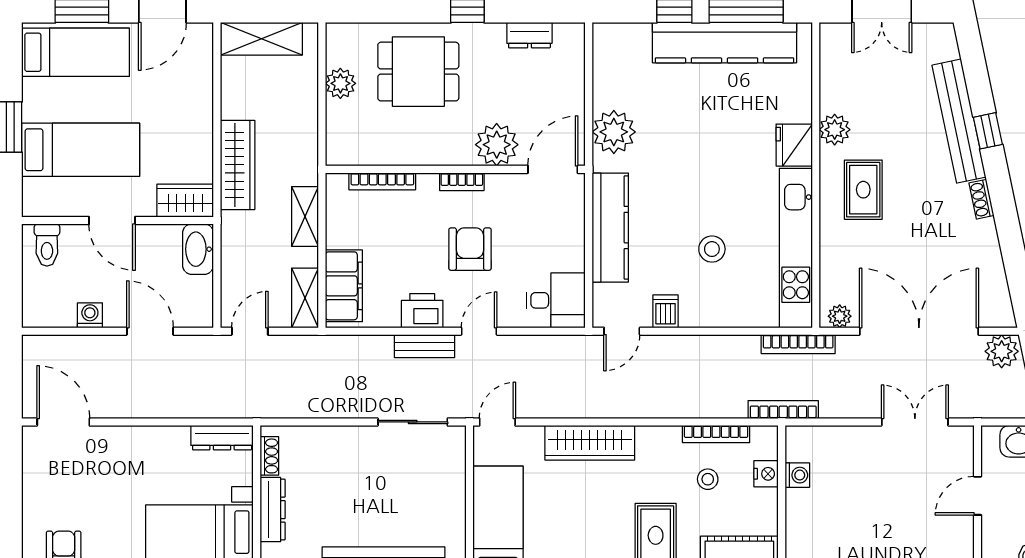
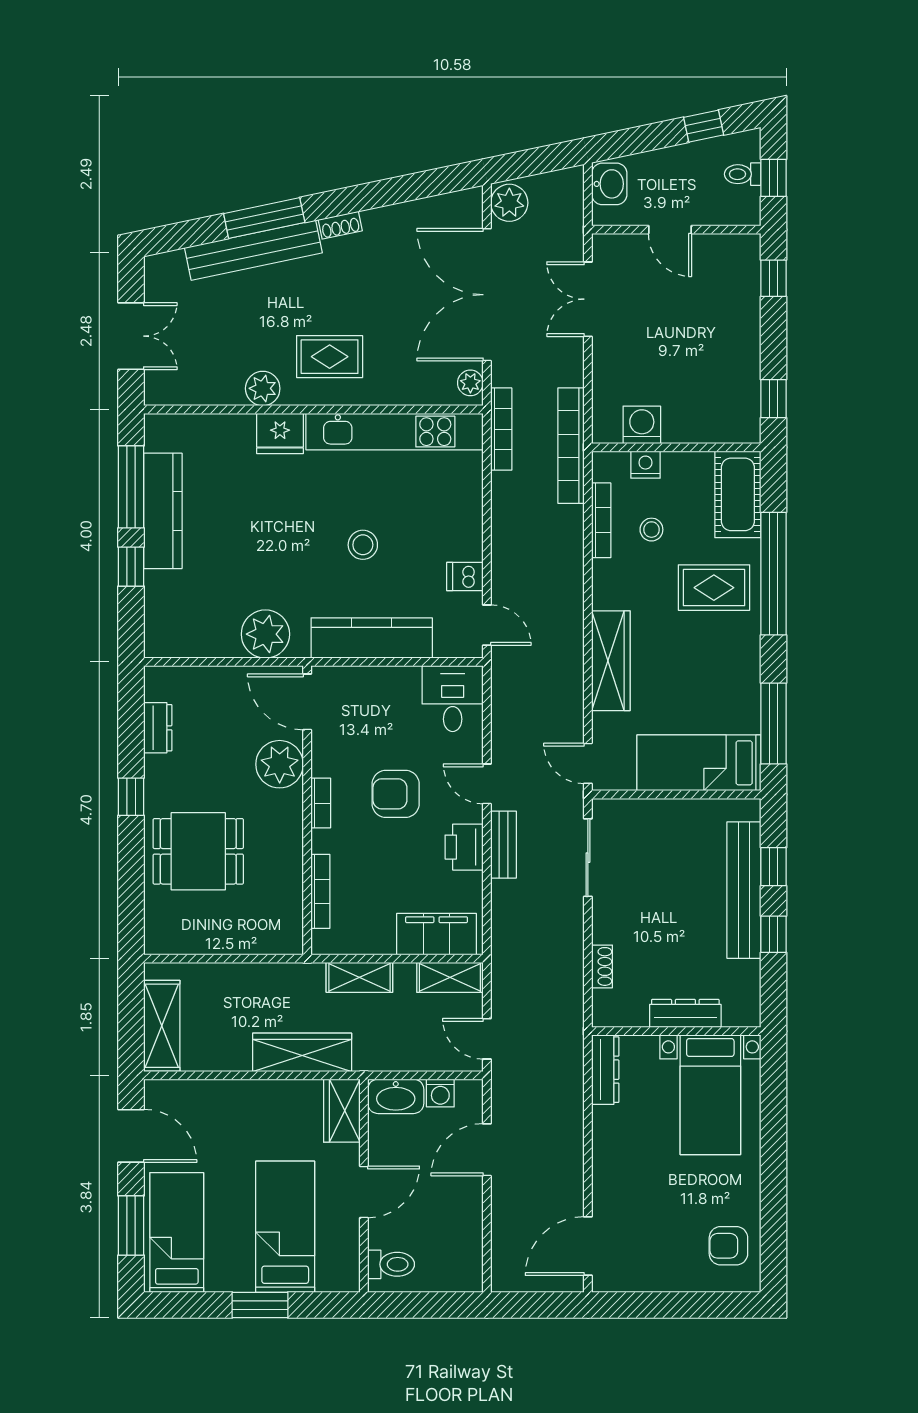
kitchen counter: (725, 43) -> (163, 511), width x0.72, depth x0.86
dining table: (418, 72) -> (198, 851), turned 90
plant: (340, 83) -> (211, 938), removed
window: (988, 131) -> (264, 218), width x2.17
stool: (712, 249) -> (363, 545), moved
washing machine: (90, 315) -> (440, 1093), moved, turned -90
bookcase: (783, 410) -> (571, 446), width x1.48, depth x1.31
shoe rack: (269, 456) -> (602, 966), moved, turned 90
washing machine: (797, 475) -> (642, 425), width x1.38, depth x1.38

